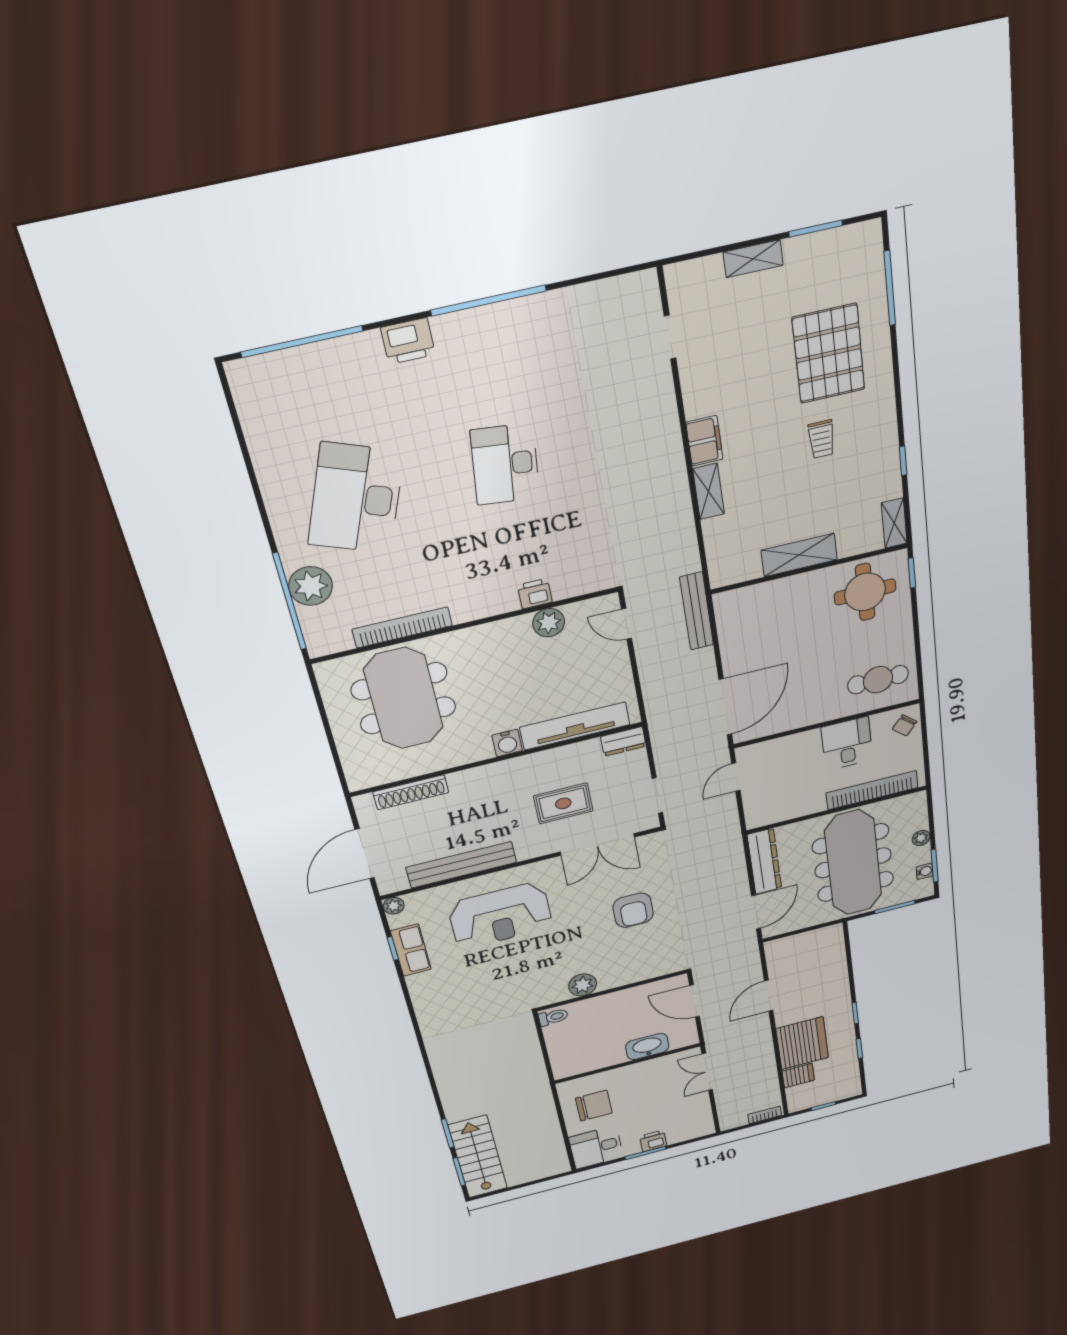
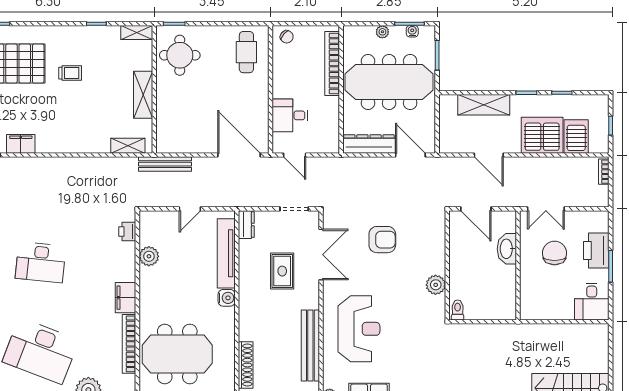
filing cabinet: (704, 441) -> (21, 144), moved
shelving: (709, 491) -> (128, 146), moved
printer: (535, 594) -> (127, 232), moved
filing cabinet: (475, 605) -> (126, 298), added
door: (626, 624) -> (190, 209), moved
desk: (847, 744) -> (290, 115), moved
shelving: (834, 973) -> (484, 105), added
door: (694, 1001) -> (476, 209), hinge flipped
server rack: (798, 1076) -> (576, 137), width x1.36, depth x1.44
chair: (594, 1106) -> (555, 253), moved
printer: (653, 1141) -> (596, 250), width x1.87, depth x1.48

